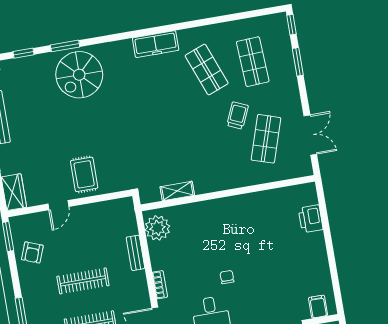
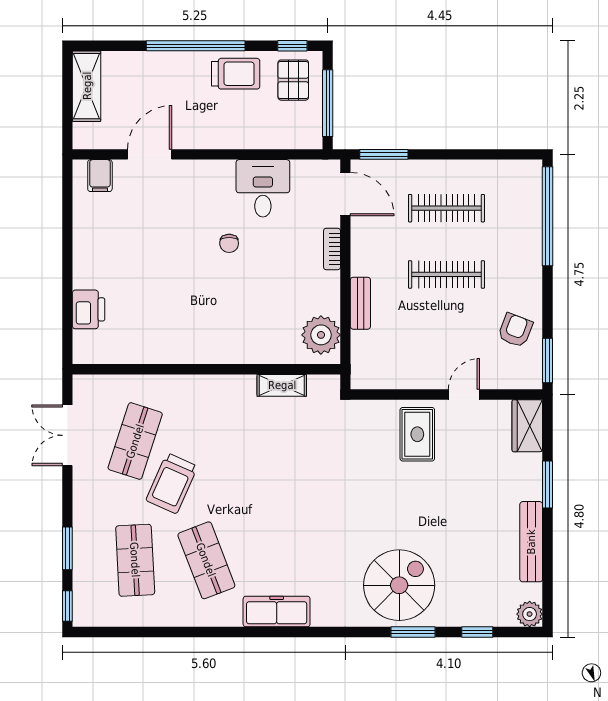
trolley: (238, 115) -> (172, 483), width x1.36, depth x1.39

